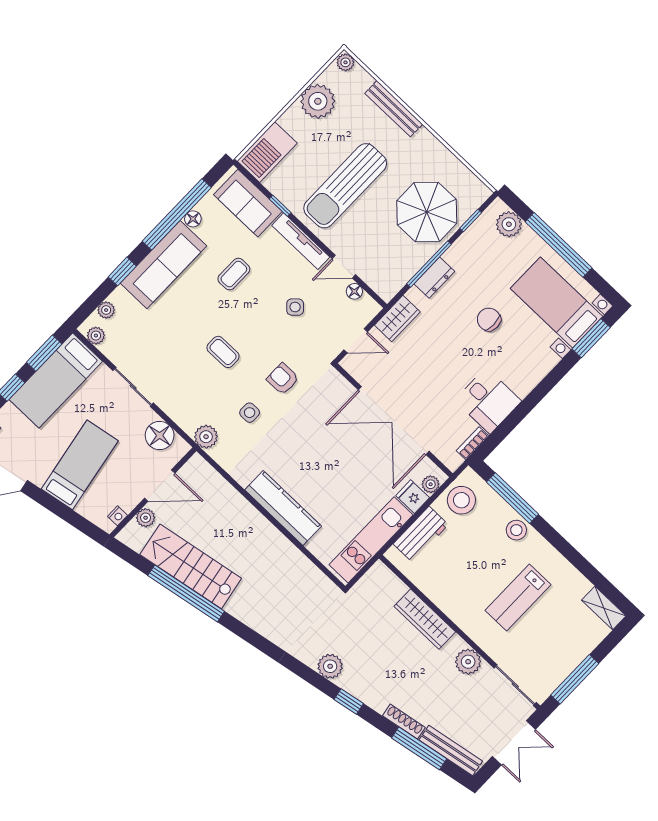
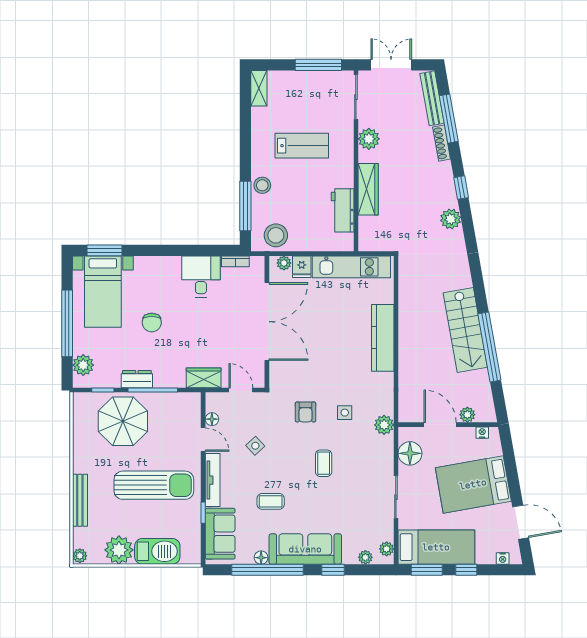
barbecue: (267, 152) -> (157, 551), moved
dresser: (434, 278) -> (137, 379), moved
bed: (80, 465) -> (473, 484), width x1.50
workbench: (421, 534) -> (343, 210), moved, turned -90
stairs: (191, 566) -> (465, 330), moved

